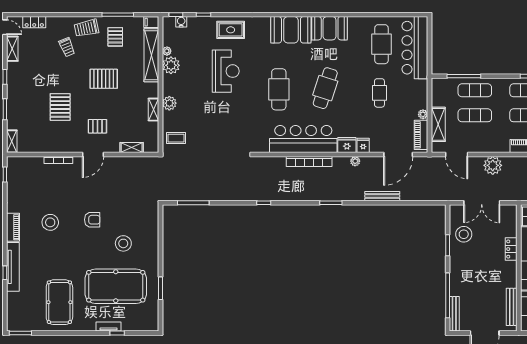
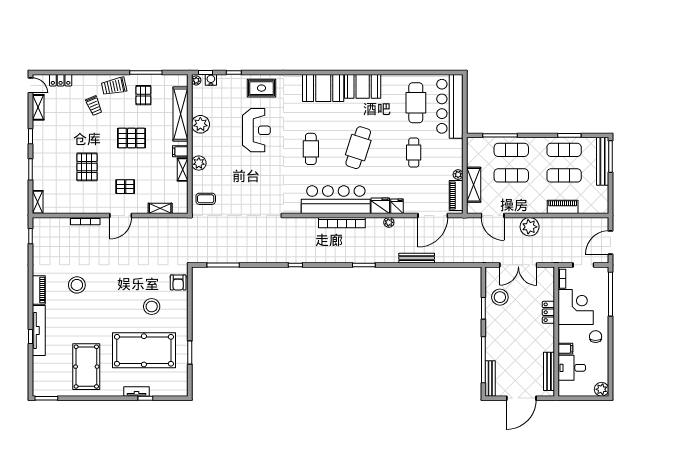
filing cabinet: (151, 22) -> (180, 151), moved
plant: (167, 51) -> (196, 80), moved
cafe table: (279, 89) -> (311, 149), width x0.73, depth x0.74
armchair: (92, 220) -> (178, 282), moved, turned 90

